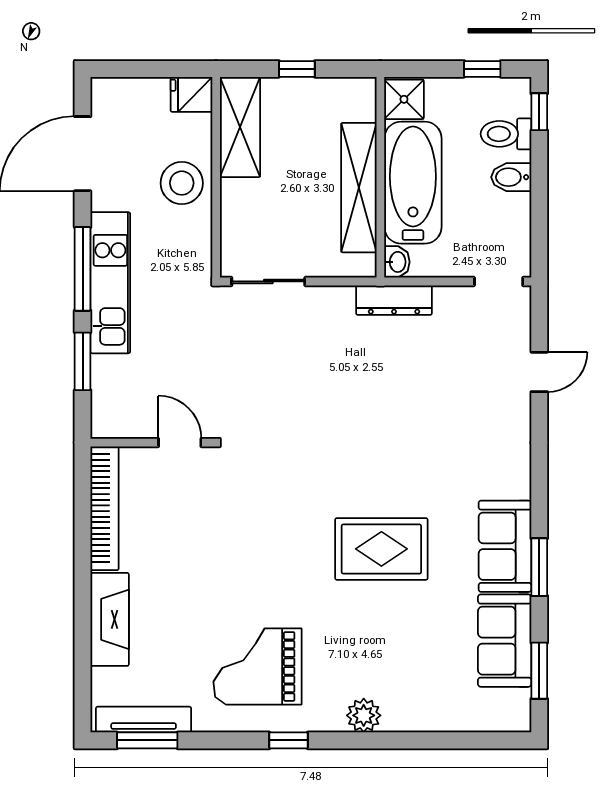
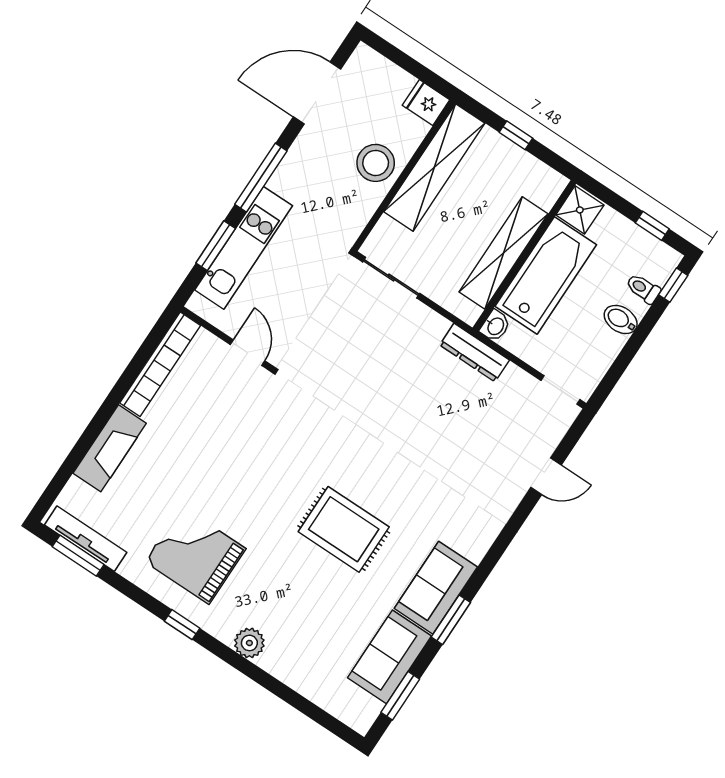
shelving: (240, 127) -> (434, 167), width x1.47
toilet: (506, 134) -> (643, 289), width x0.73, depth x0.72
kitchen unit: (110, 283) -> (244, 248), moved

